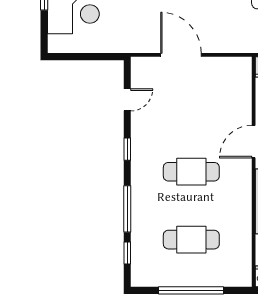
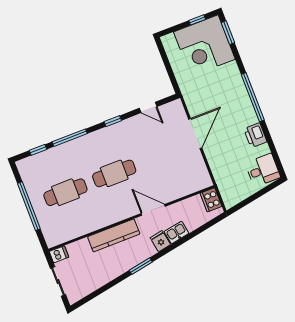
cafe table: (191, 172) -> (114, 173), turned 90
cafe table: (191, 240) -> (65, 192), turned 90

